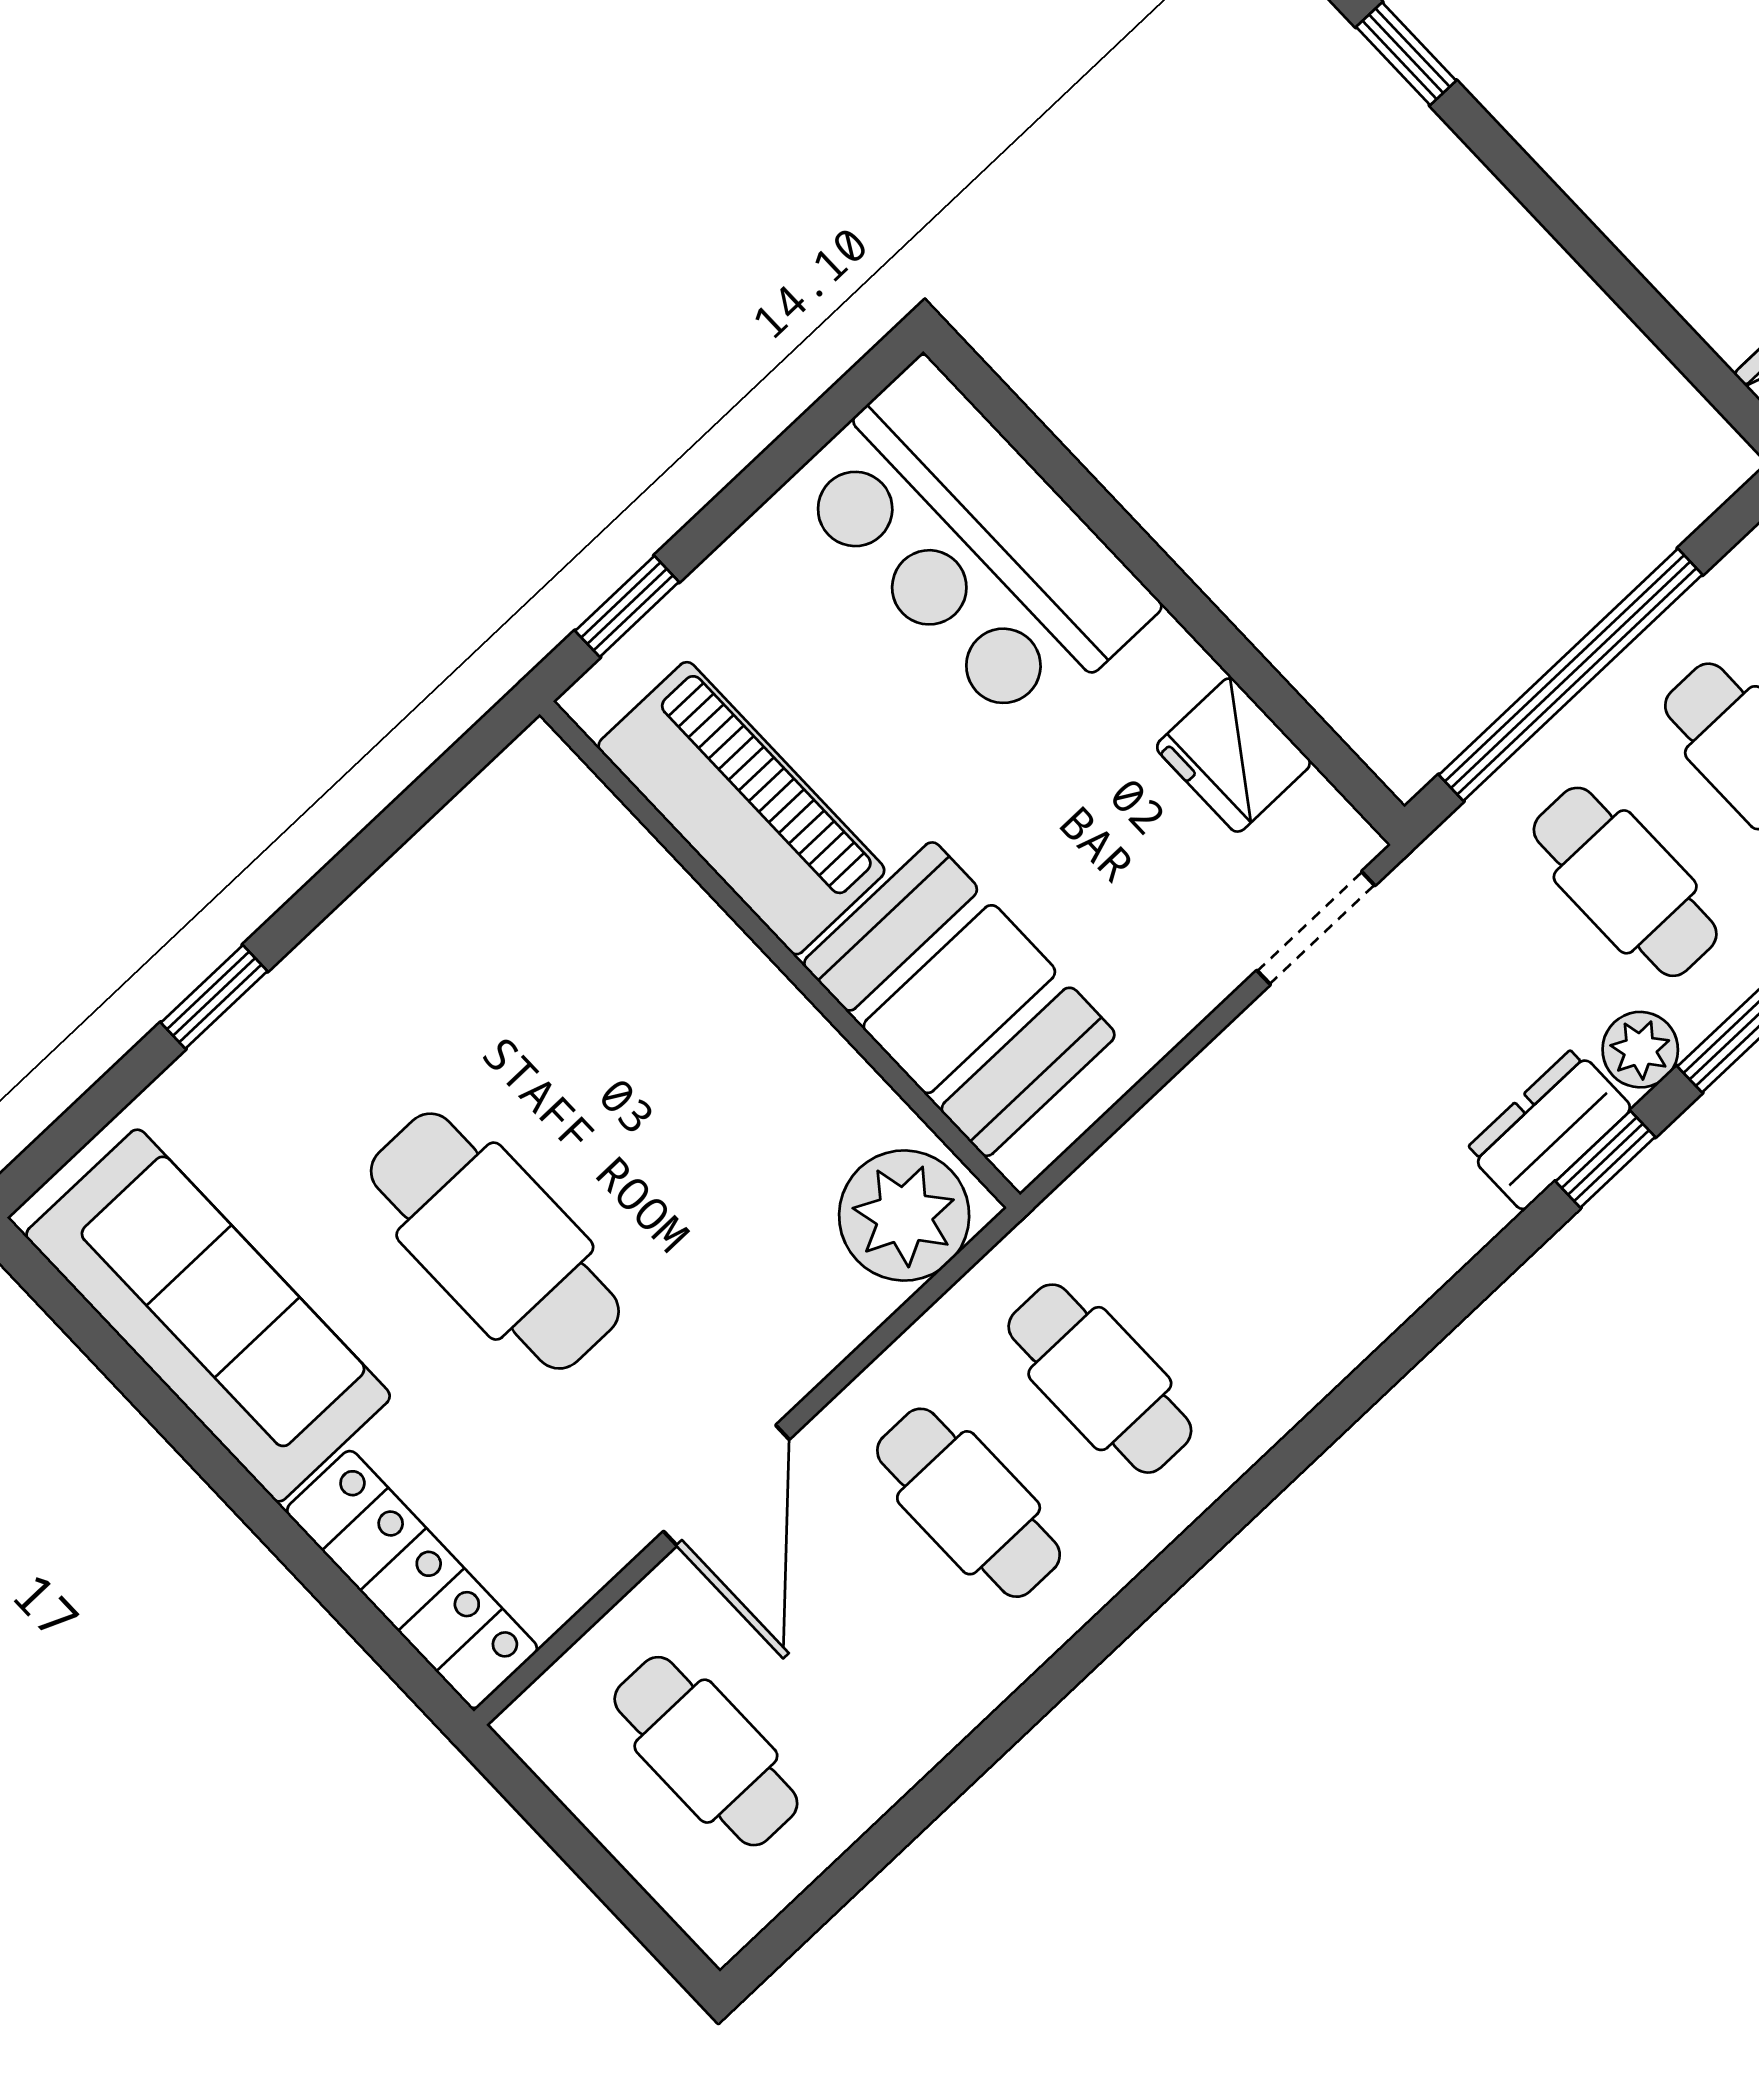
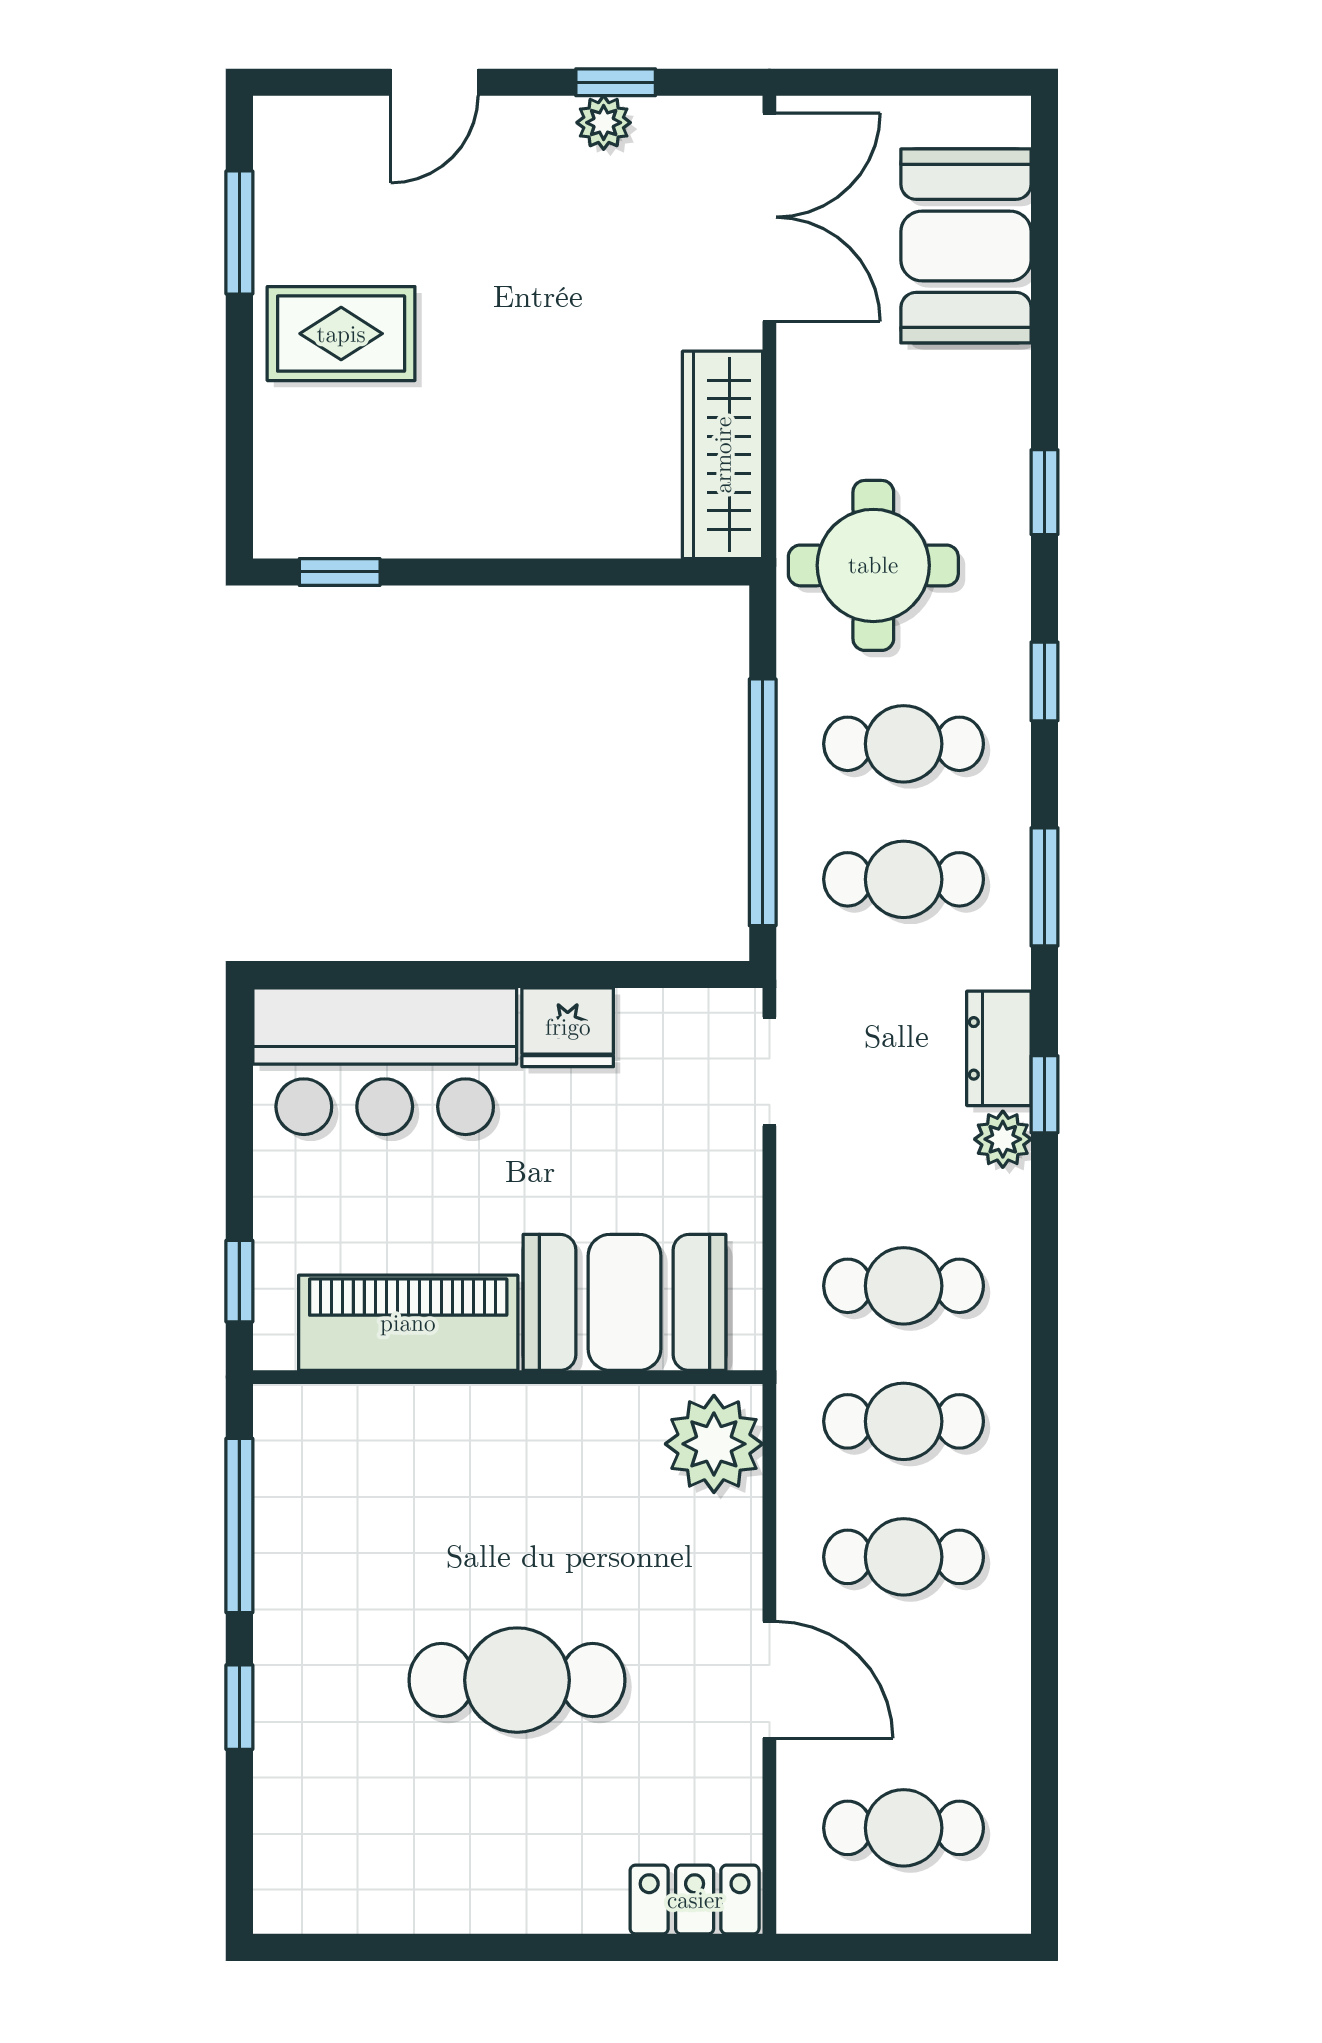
fridge: (1233, 755) -> (568, 1027), moved
window: (390, 830) -> (239, 1525), added
plant: (1640, 1050) -> (1003, 1139), moved
window: (1605, 1159) -> (1044, 1094), moved
cafe table: (1231, 1254) -> (904, 1286), added
sofa: (208, 1316) -> (410, 1875), removed
locker: (412, 1580) -> (695, 1900), width x0.66

